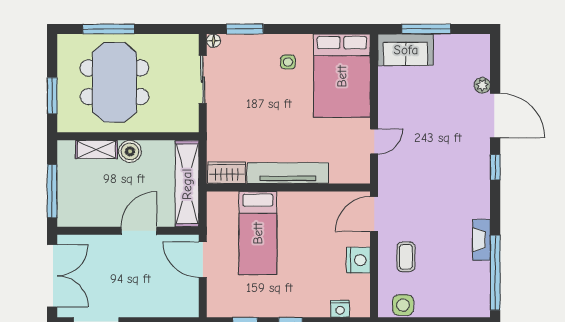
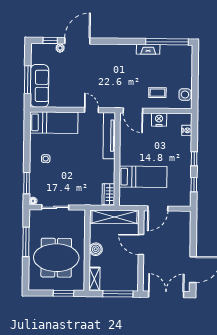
window: (109, 29) -> (26, 242), moved
sofa: (406, 50) -> (39, 86), width x1.36
bed: (342, 76) -> (54, 123), width x0.67
shelving: (96, 150) -> (94, 279), moved
window: (495, 167) -> (50, 41), moved
tv unit: (288, 173) -> (109, 136), moved

